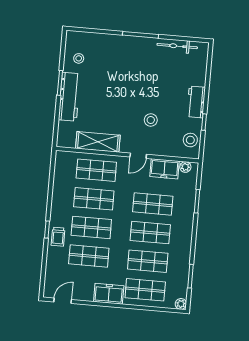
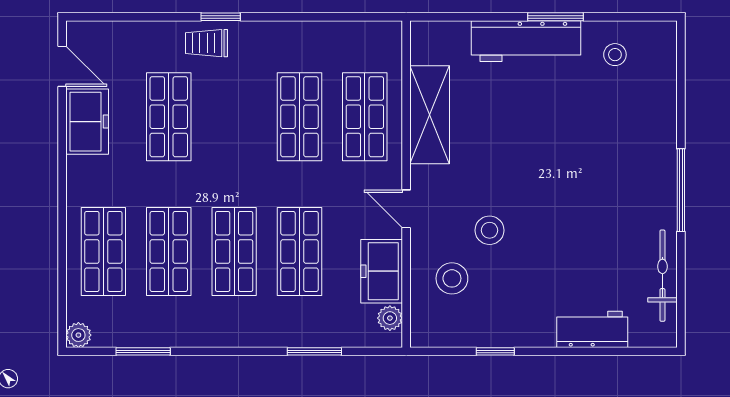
workbench: (196, 102) -> (592, 329), moved
stool: (190, 140) -> (452, 278), moved
shop shelf: (91, 227) -> (234, 117), removed
freezer: (109, 294) -> (87, 122), moved

